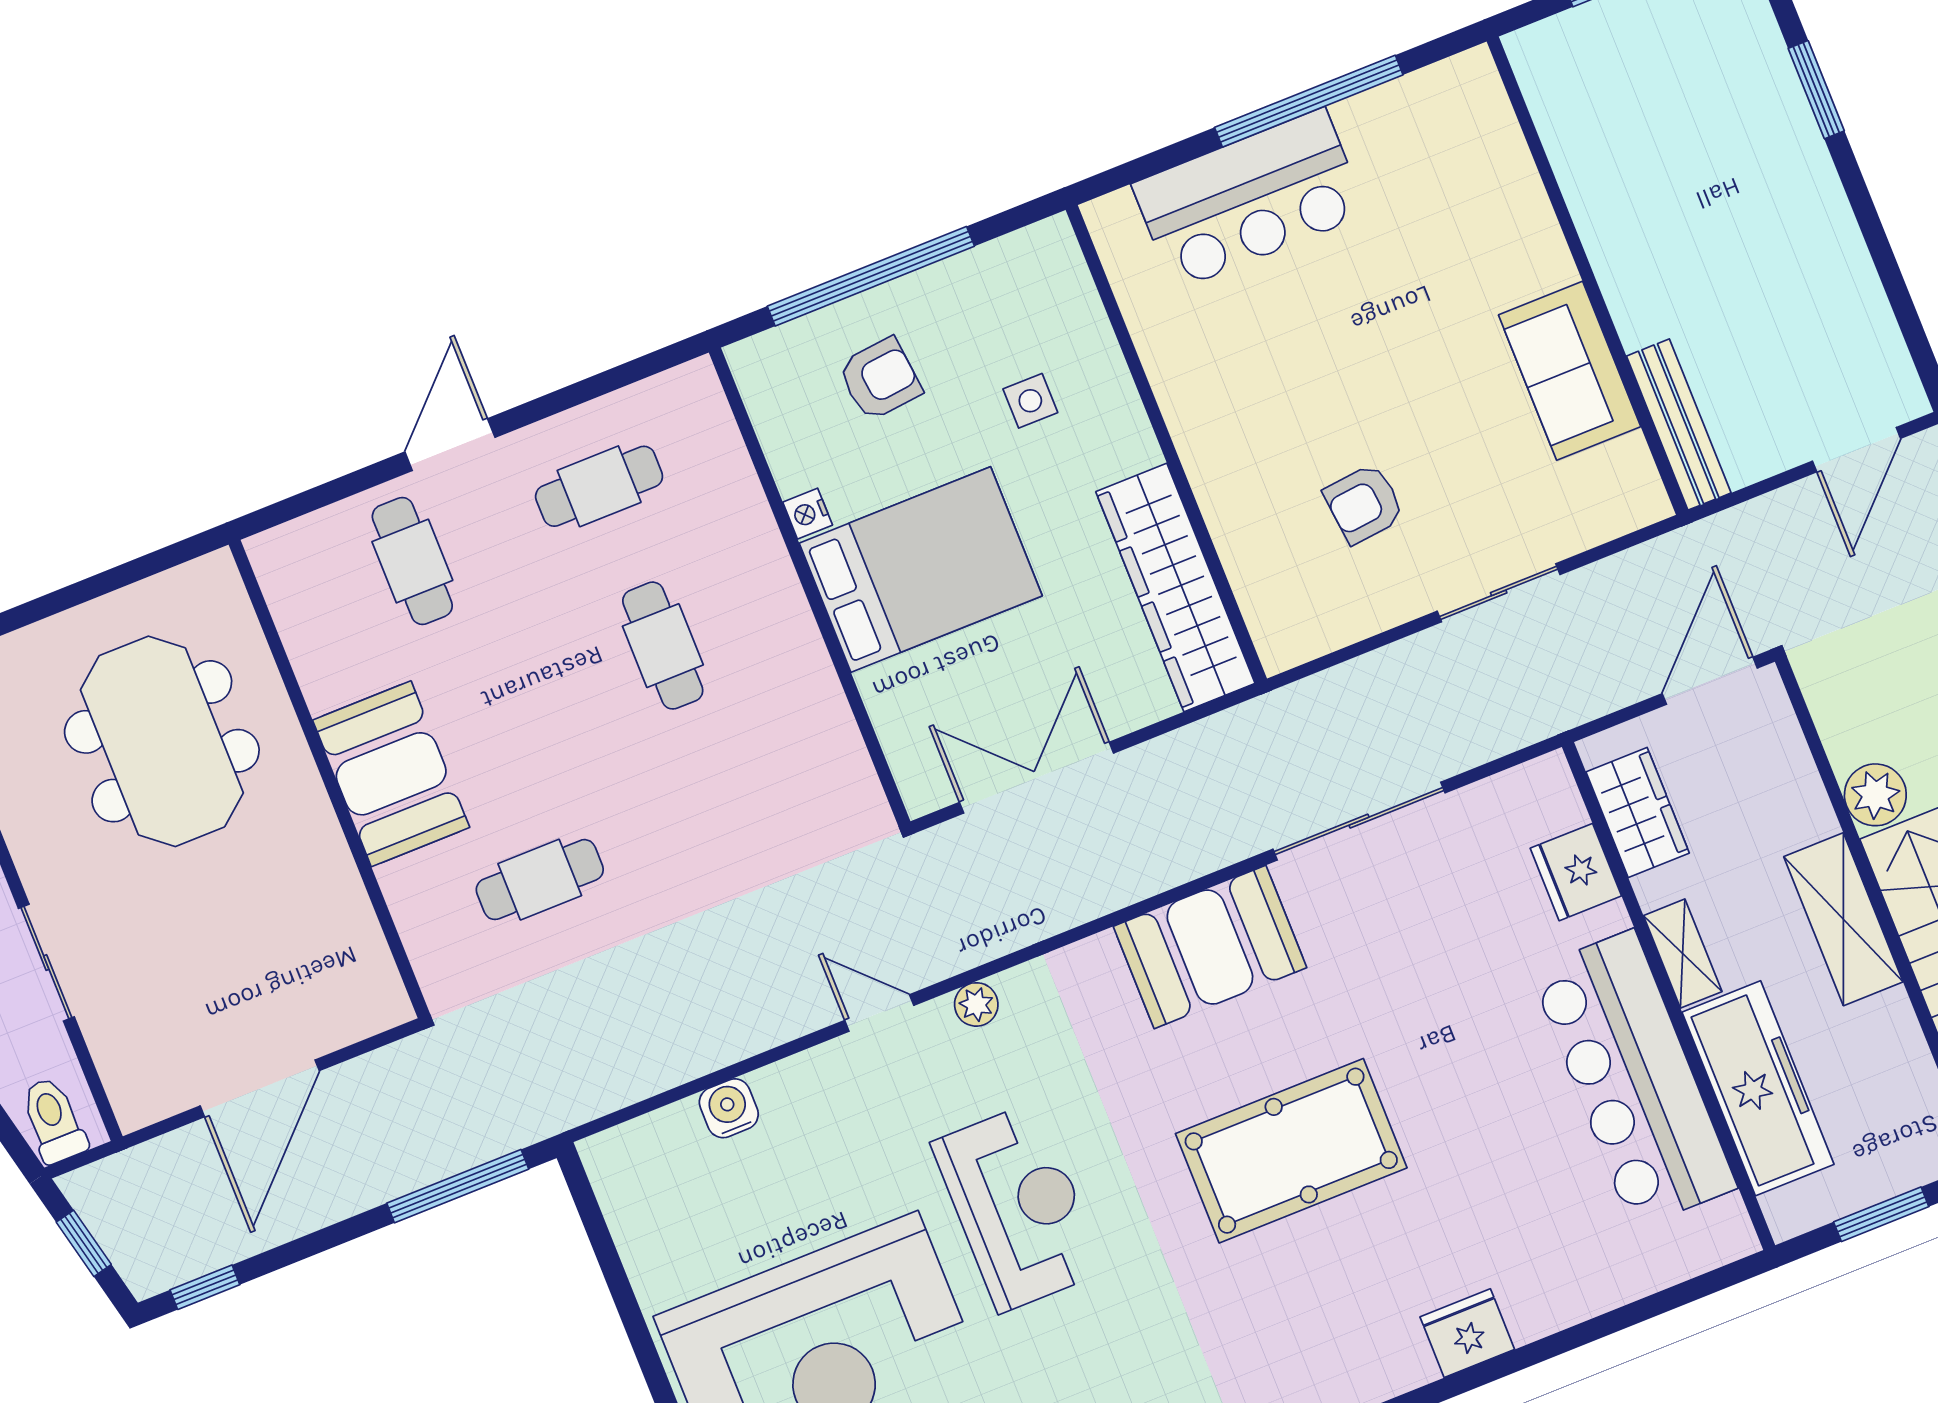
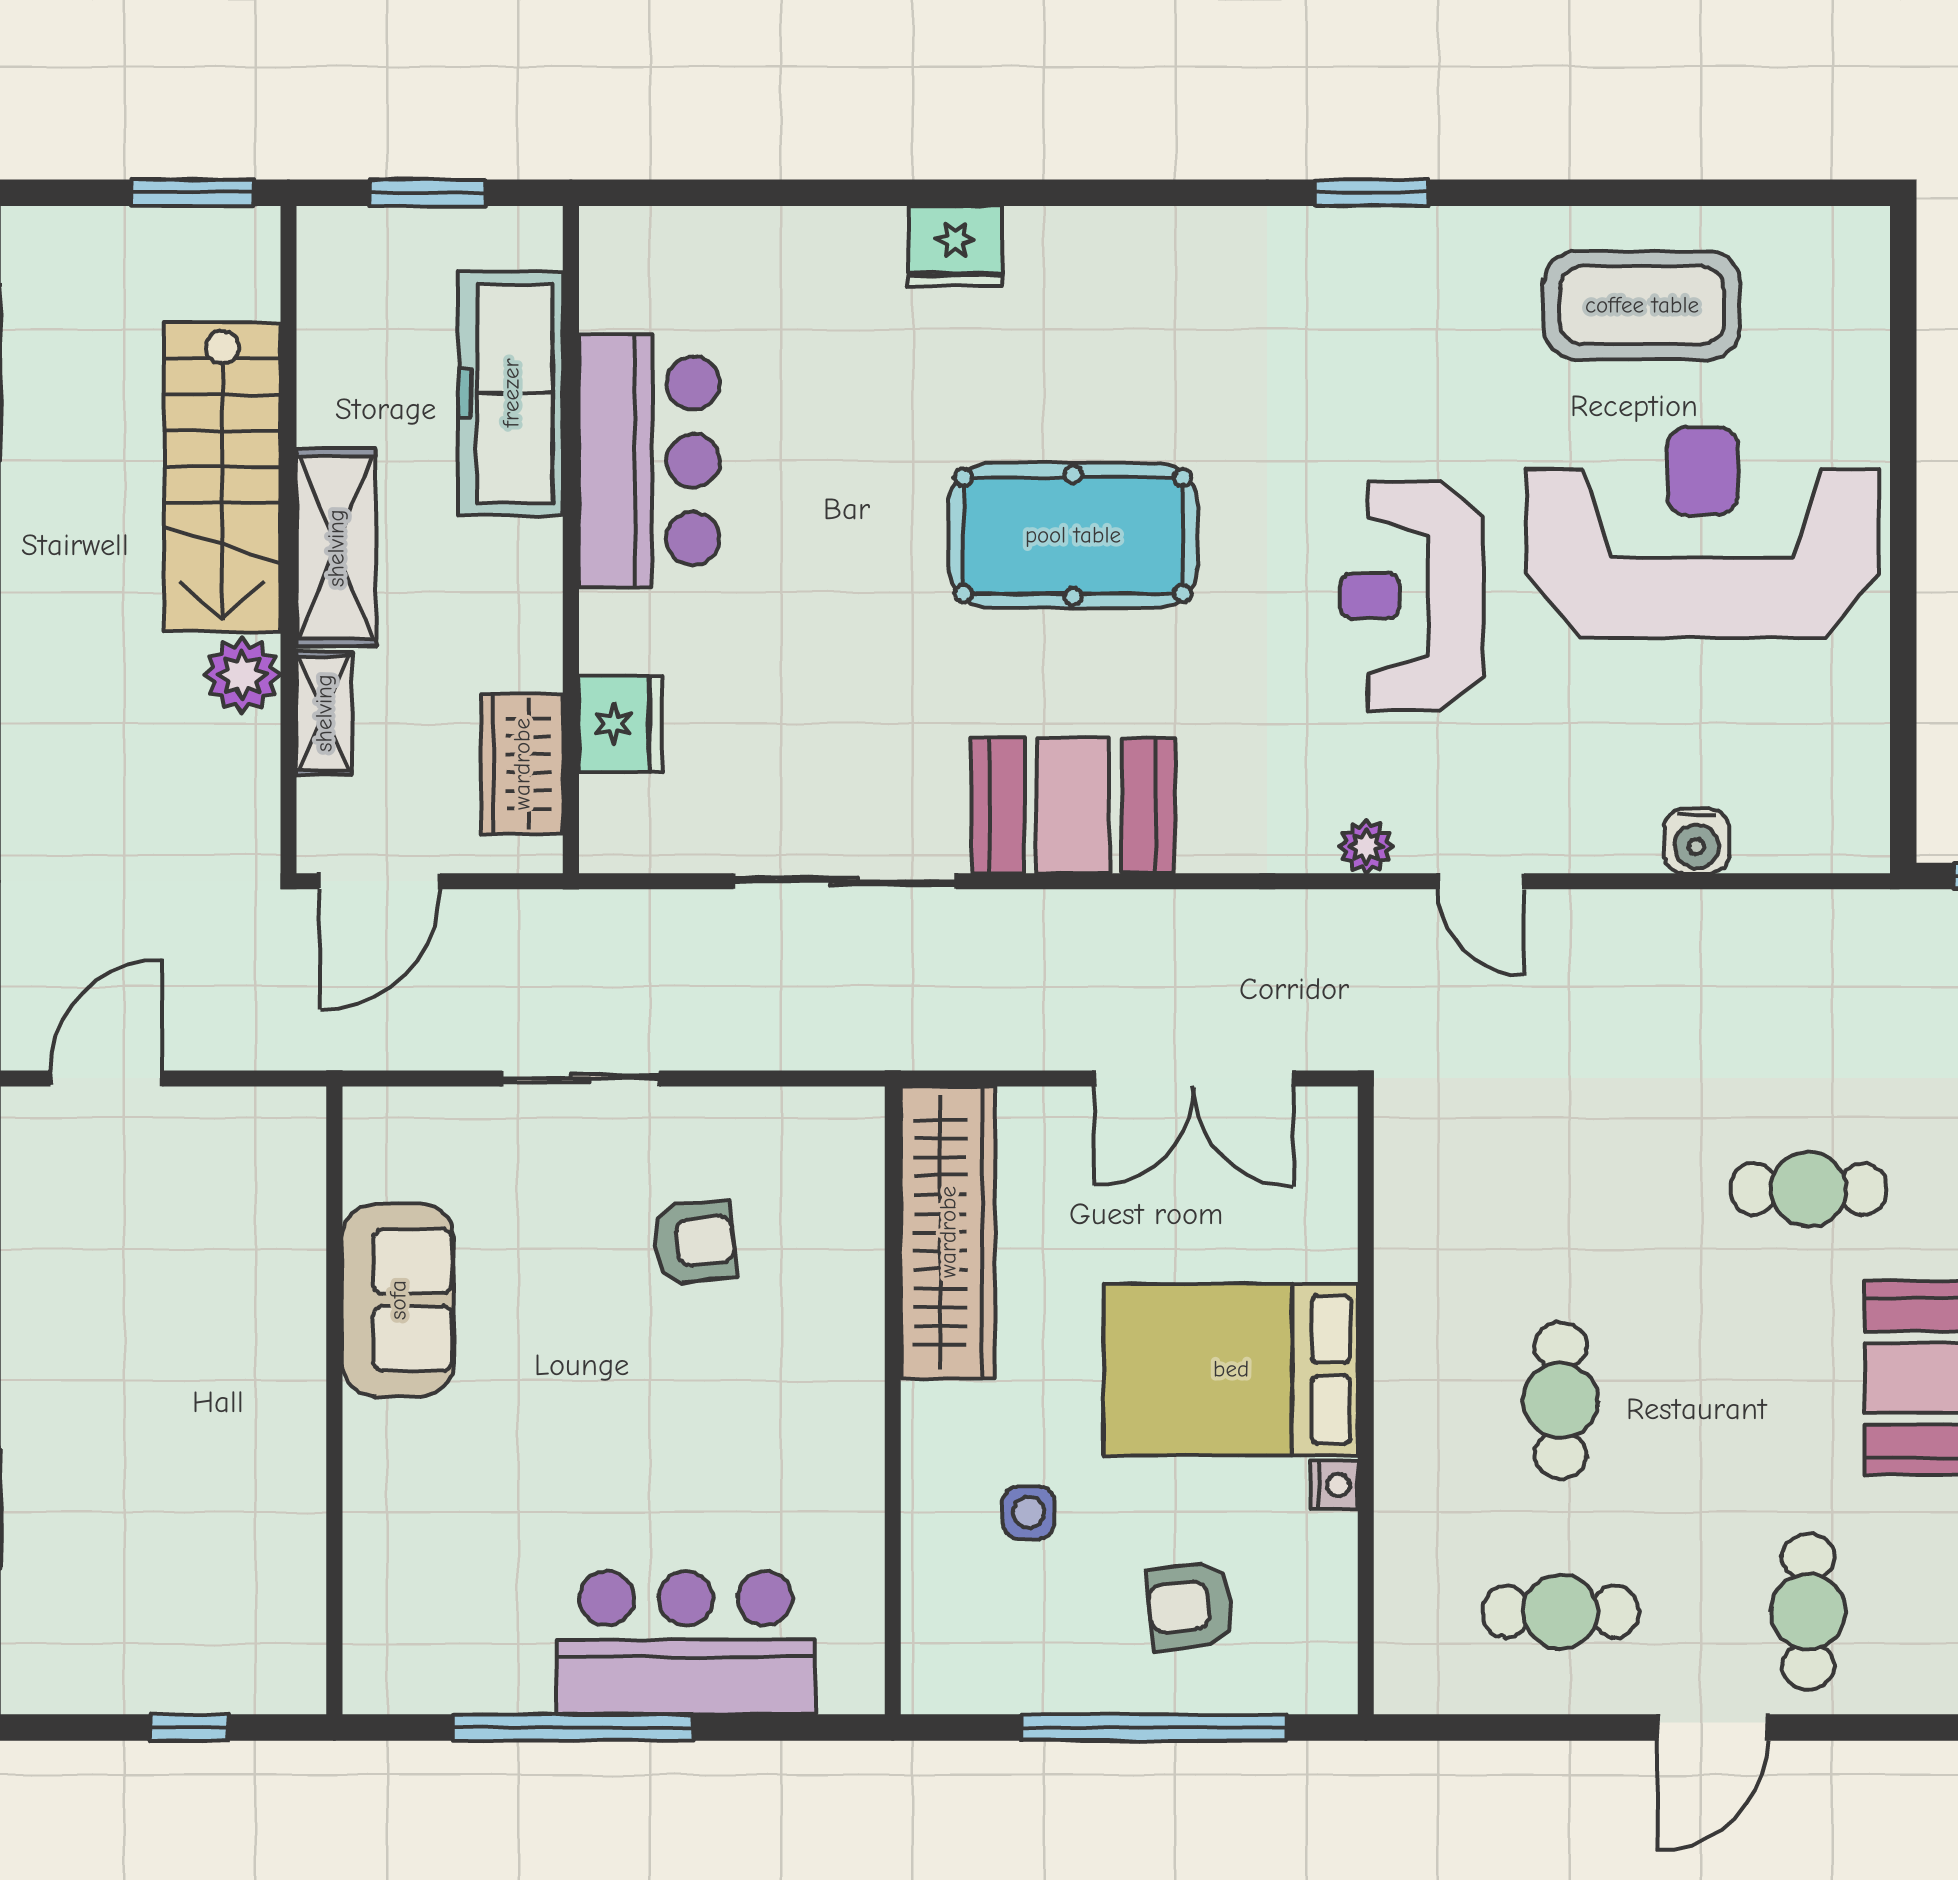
bench: (1679, 424) -> (298, 1189), removed
shelving: (1683, 954) -> (324, 713), moved
bar counter: (1633, 1079) -> (649, 461), width x0.73

